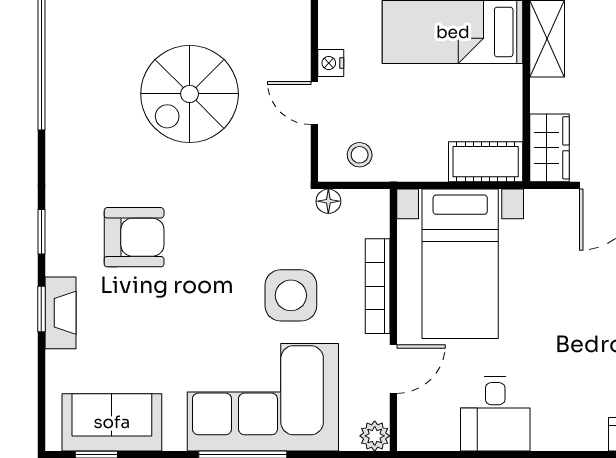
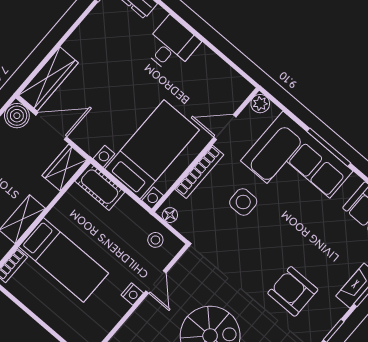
floor lamp: (328, 201) -> (170, 215), moved
side table: (291, 295) -> (243, 202), width x0.73, depth x0.73
desk: (495, 414) -> (171, 45), moved

